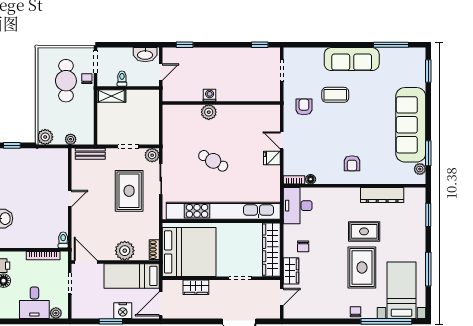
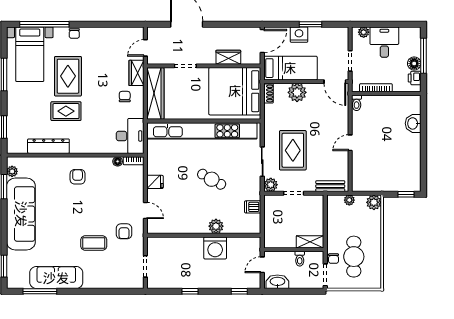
window: (260, 45) -> (190, 291), moved
sofa: (352, 59) -> (56, 278), moved
washing machine: (210, 95) -> (215, 248), width x1.89, depth x1.89
dishwasher: (171, 132) -> (253, 207), added
door: (282, 140) -> (145, 211), moved

